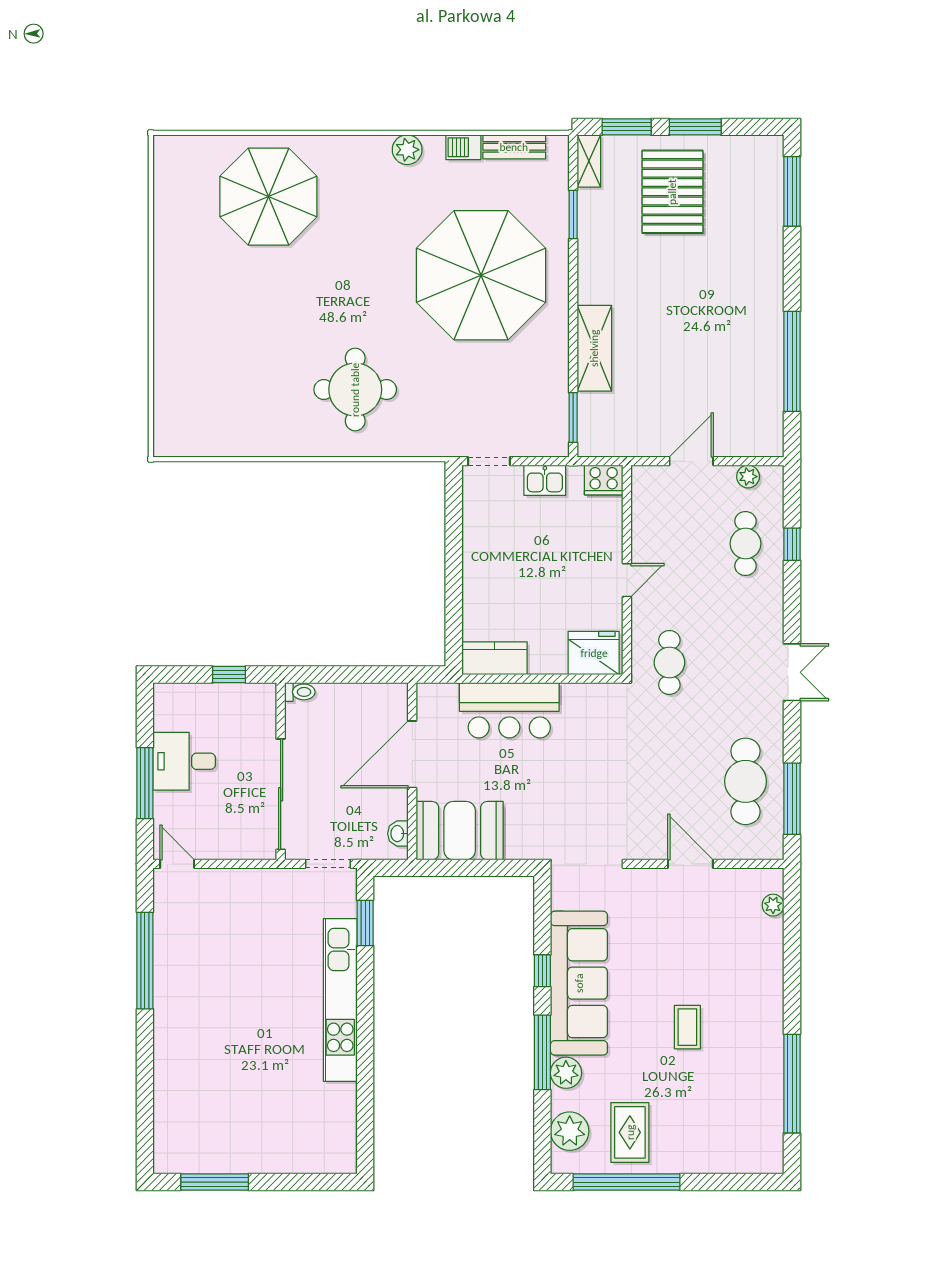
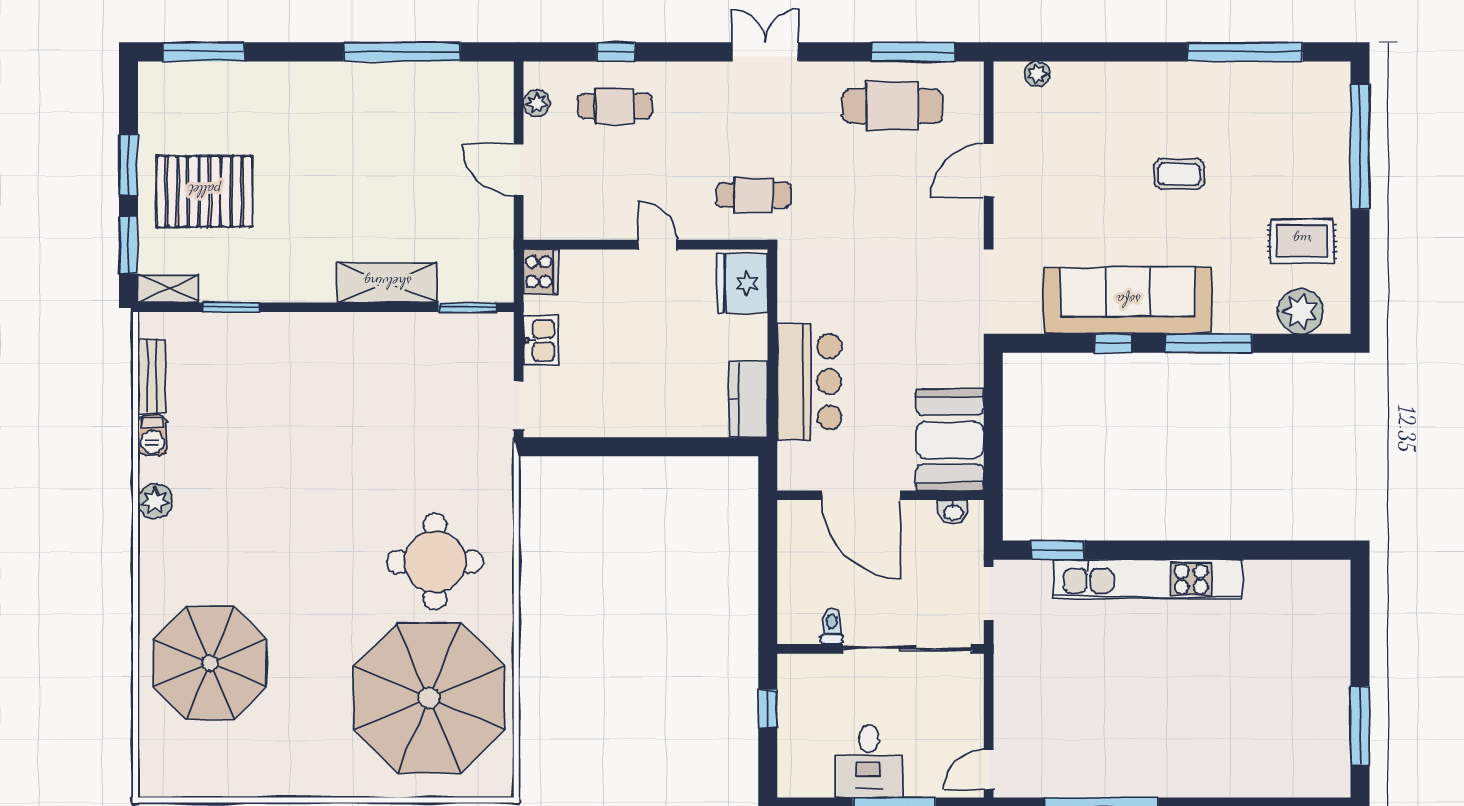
parasol: (481, 275) -> (429, 698), moved
toilet: (300, 692) -> (832, 626), moved
plant: (566, 1073) -> (1233, 316), removed
window: (626, 1182) -> (1360, 147), moved

